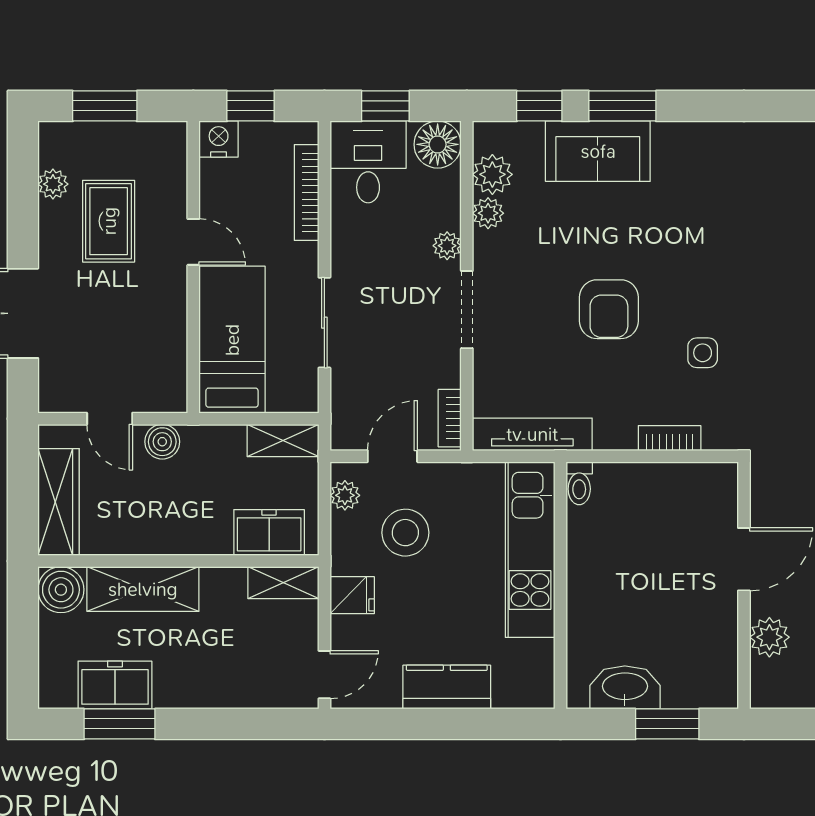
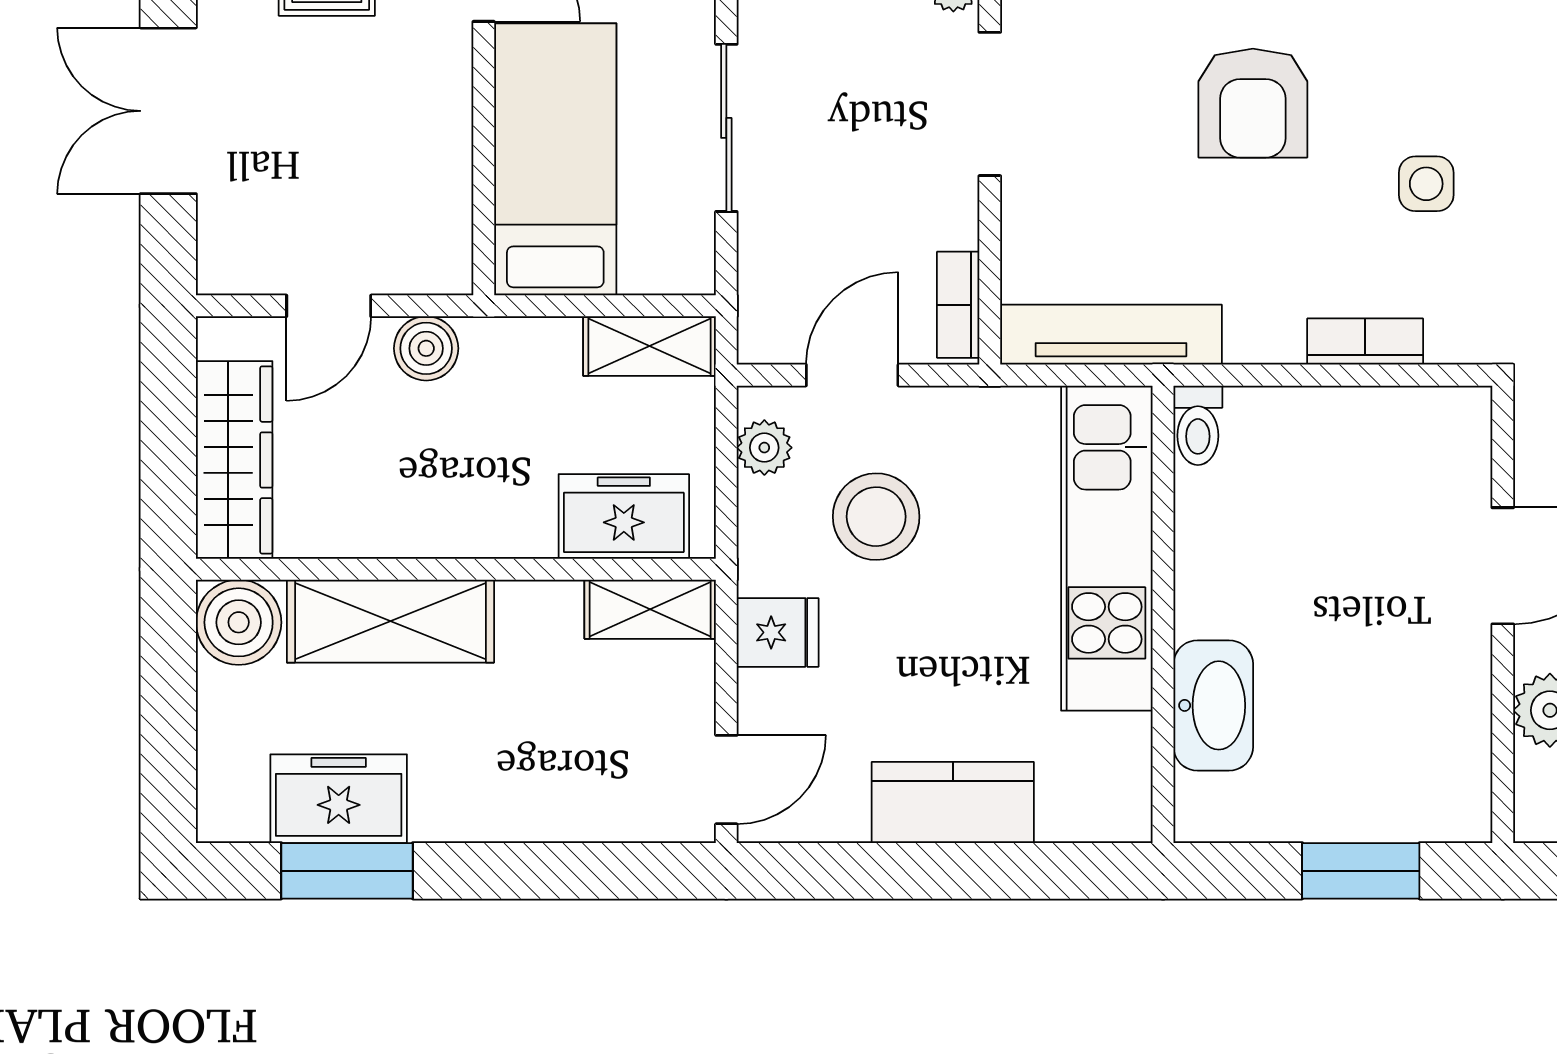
door: (110, 419) -> (329, 306), hinge flipped
washbasin: (625, 687) -> (1213, 705), moved, turned 90

